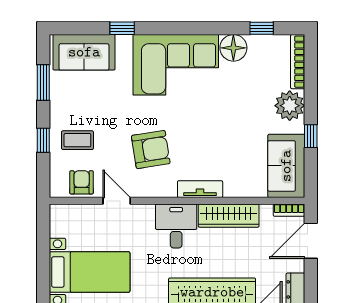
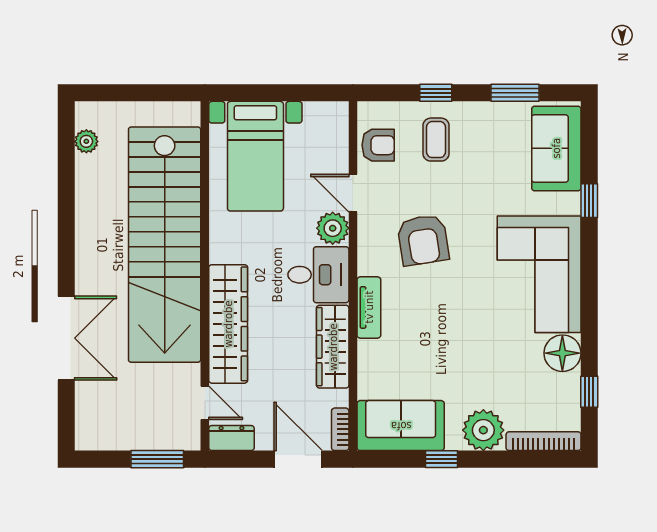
door: (117, 201) -> (353, 193), swing flipped
plant: (142, 216) -> (333, 228), added

